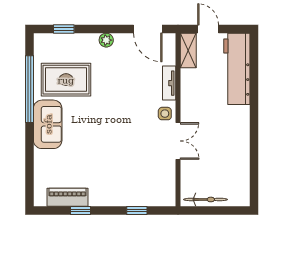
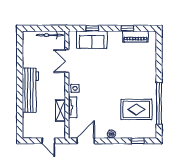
door: (148, 29) -> (86, 141), hinge flipped
shelving: (188, 51) -> (60, 111), moved
workbench: (237, 69) -> (30, 90), moved
sofa: (48, 124) -> (92, 40), moved, turned -90
double door: (178, 141) -> (67, 61), moved

